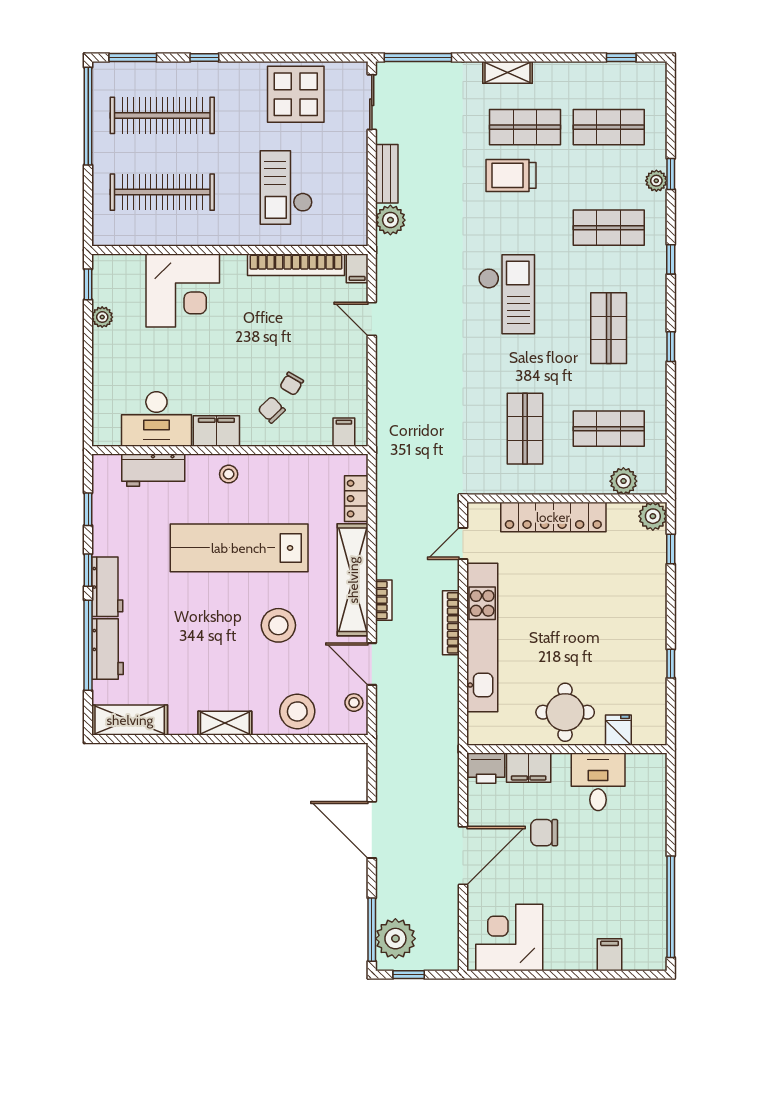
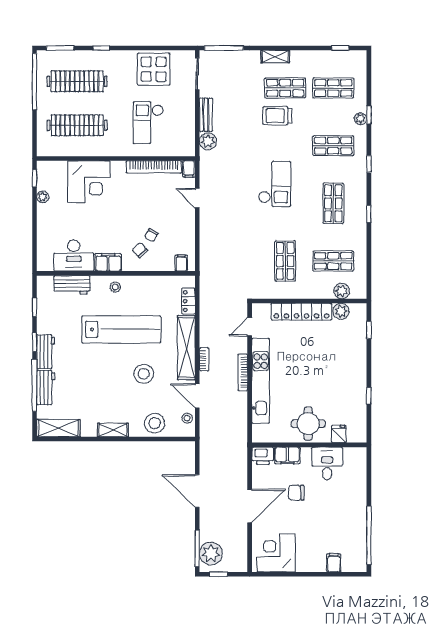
plant: (653, 516) -> (341, 311), moved
lab bench: (239, 548) -> (121, 329), turned 180

